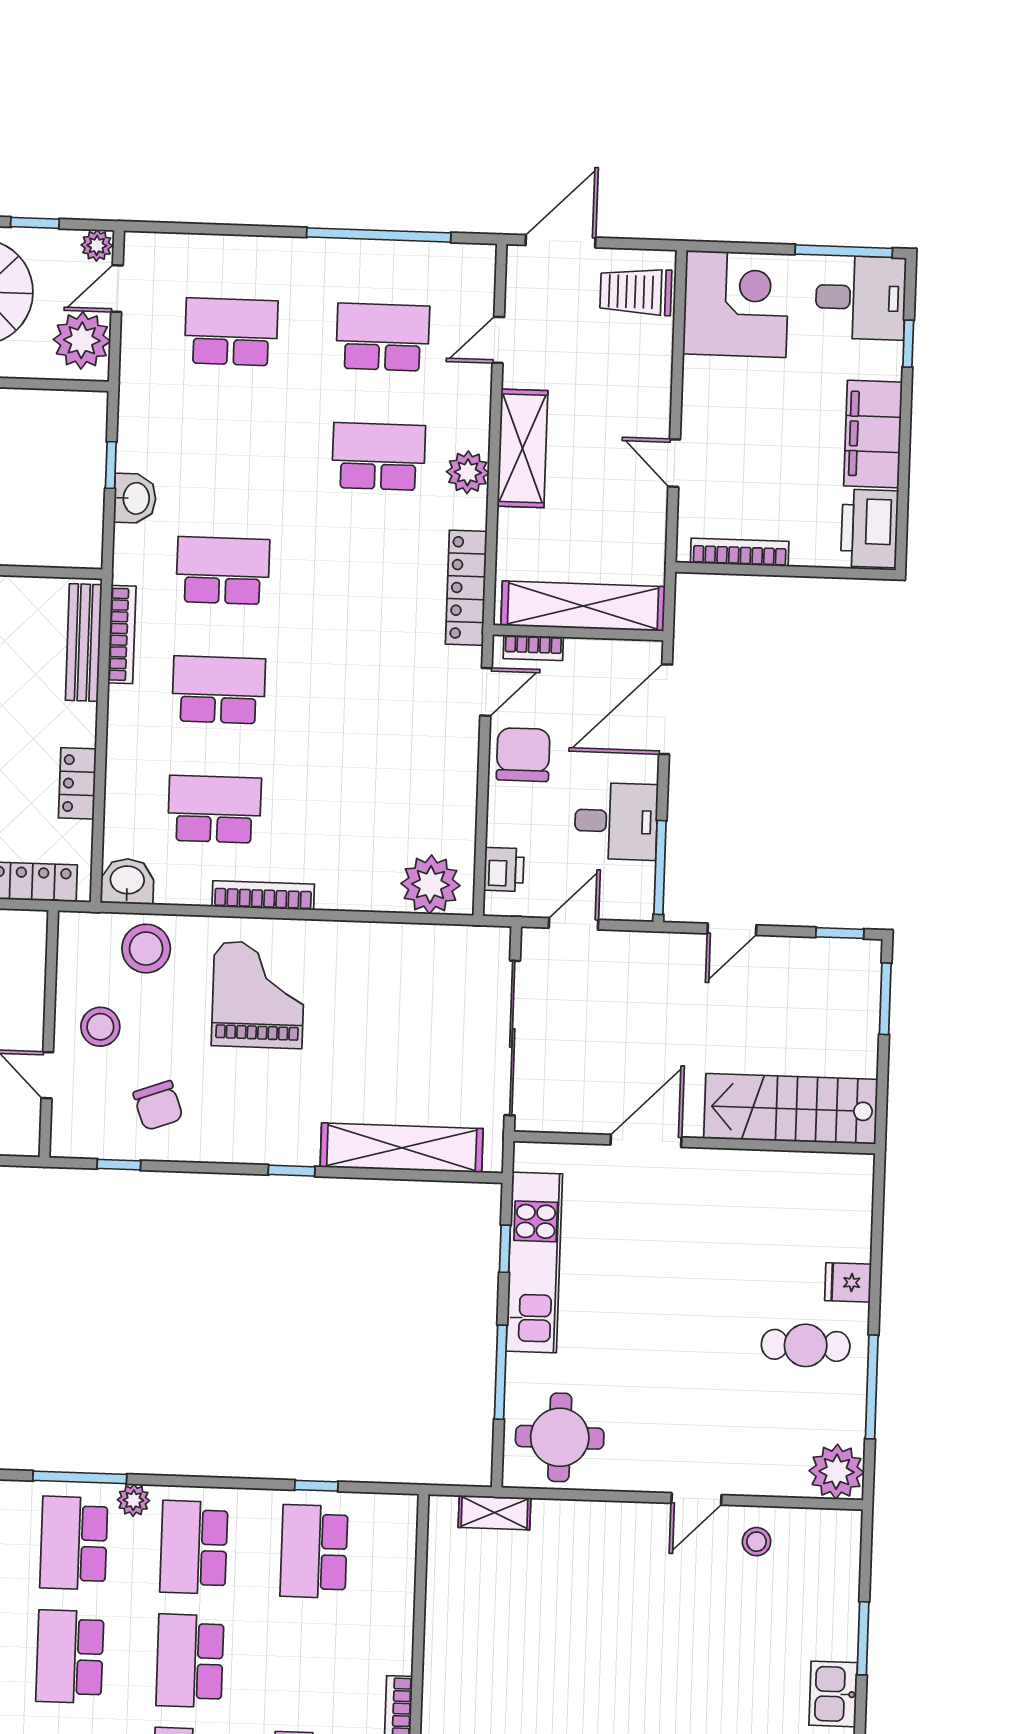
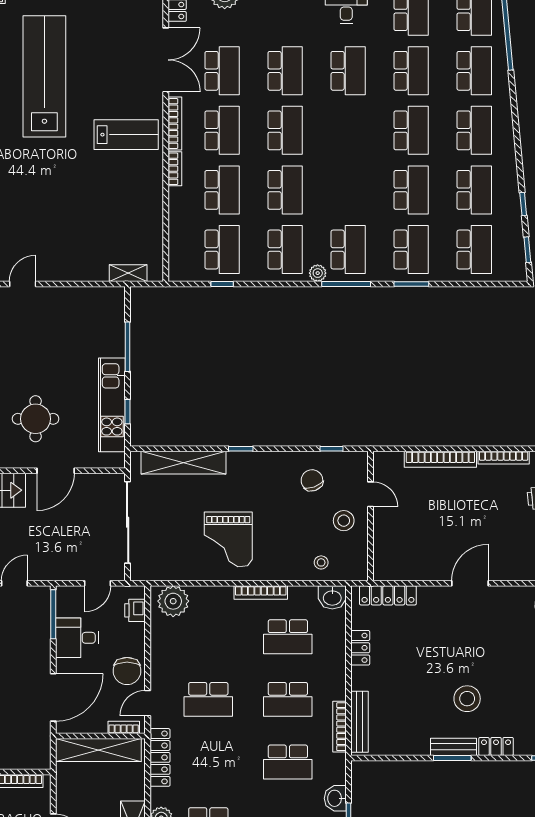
school desk: (370, 695) -> (208, 699), added
stool: (146, 949) -> (321, 562), width x0.53, depth x0.53
grand piano: (258, 995) -> (228, 539), moved
round table: (560, 1437) -> (36, 419), moved
school desk: (70, 1657) -> (222, 190), moved

